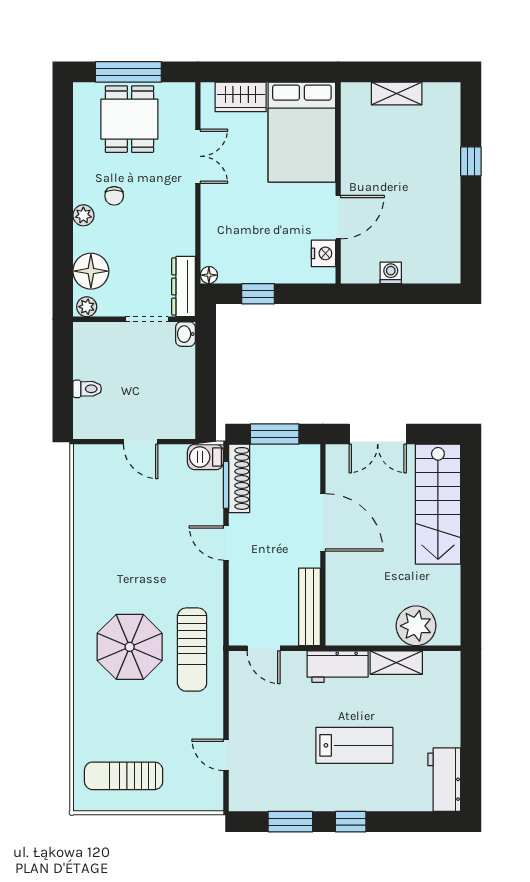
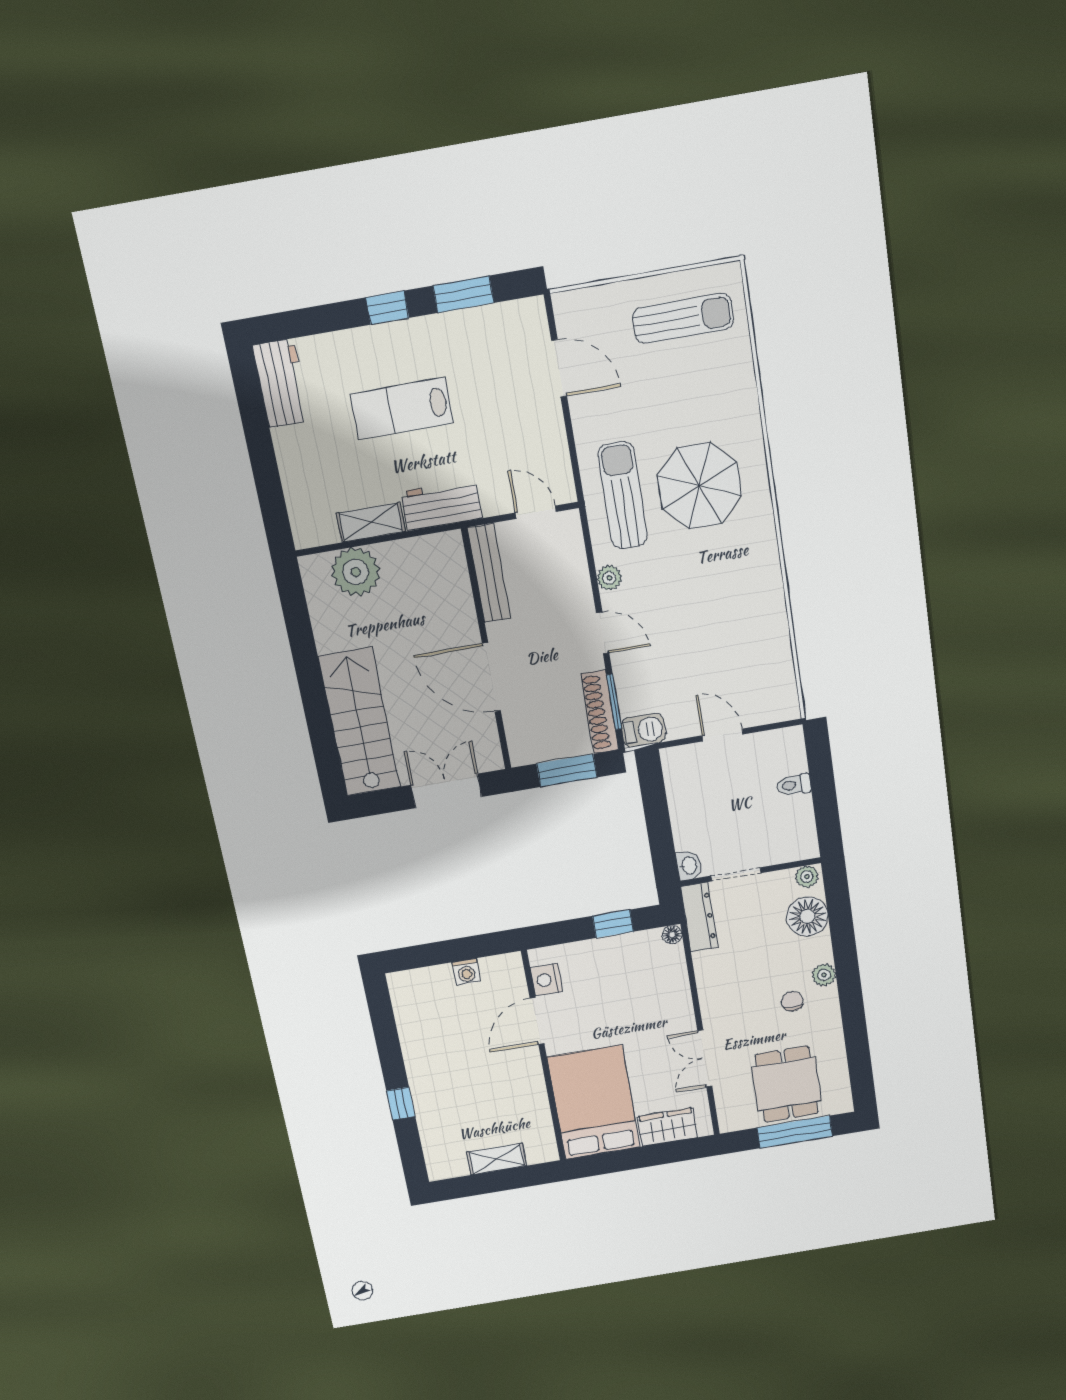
plant: (213, 586) -> (609, 578), added
door: (226, 755) -> (559, 368), width x1.38

